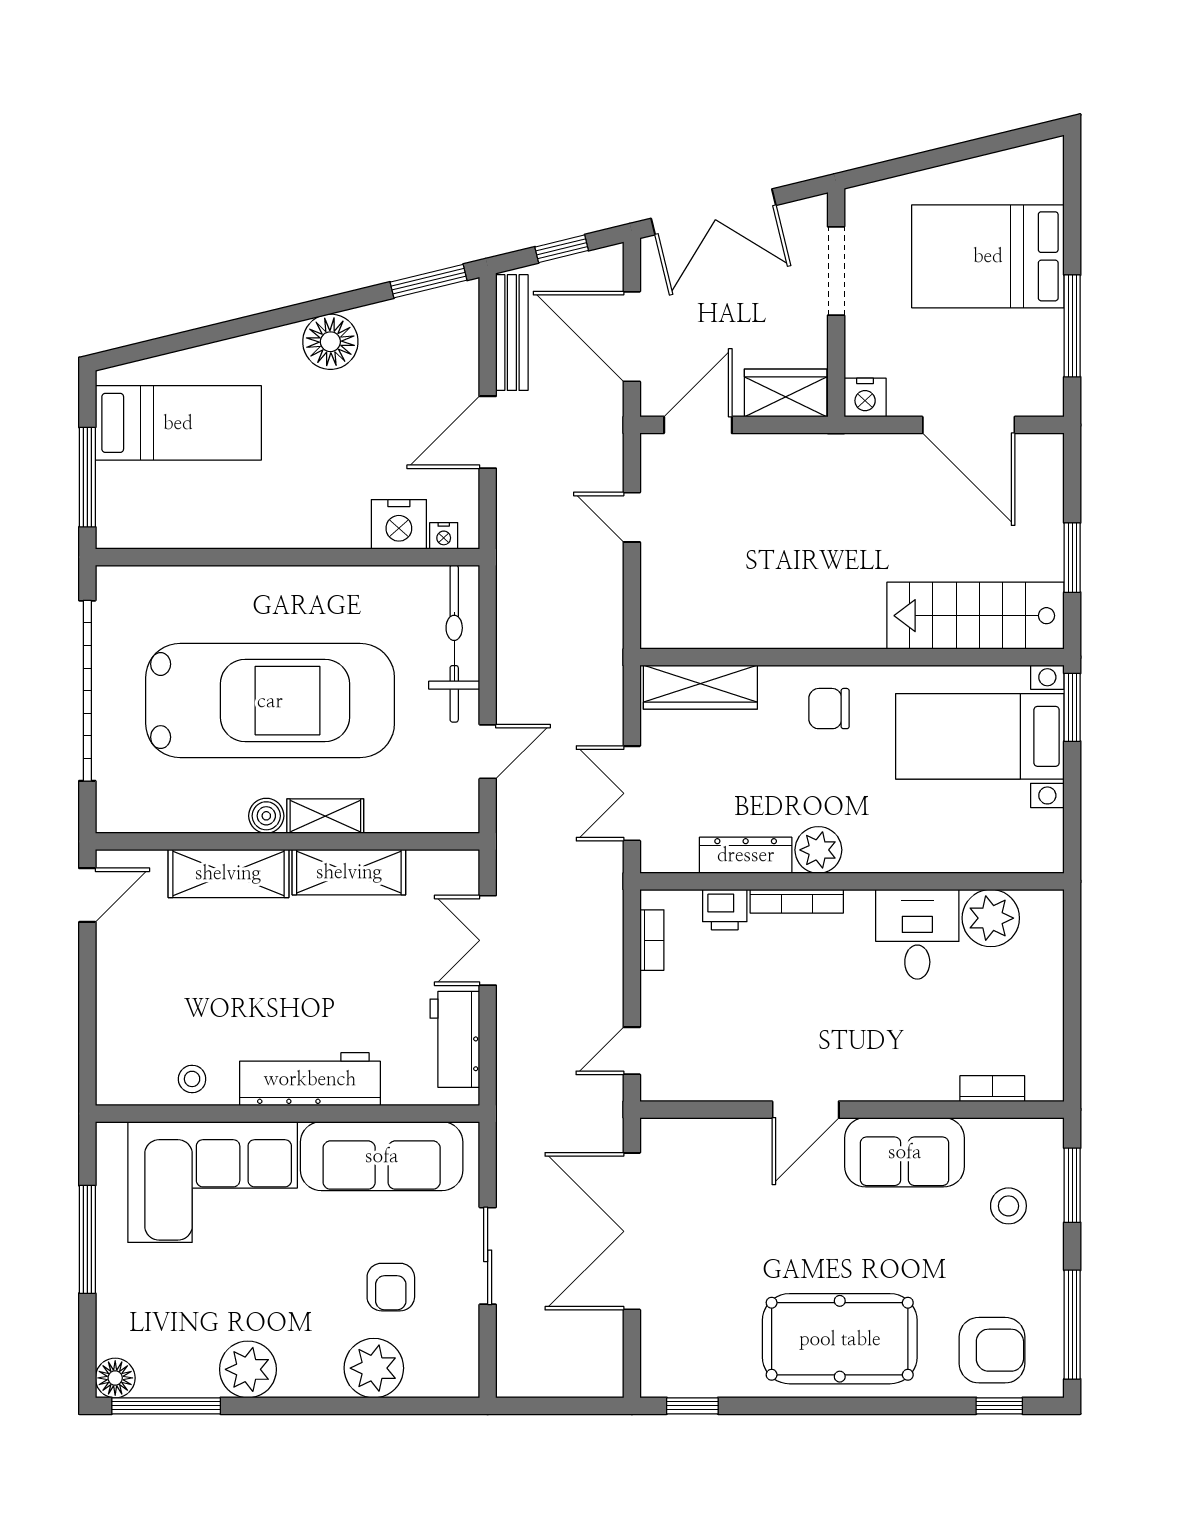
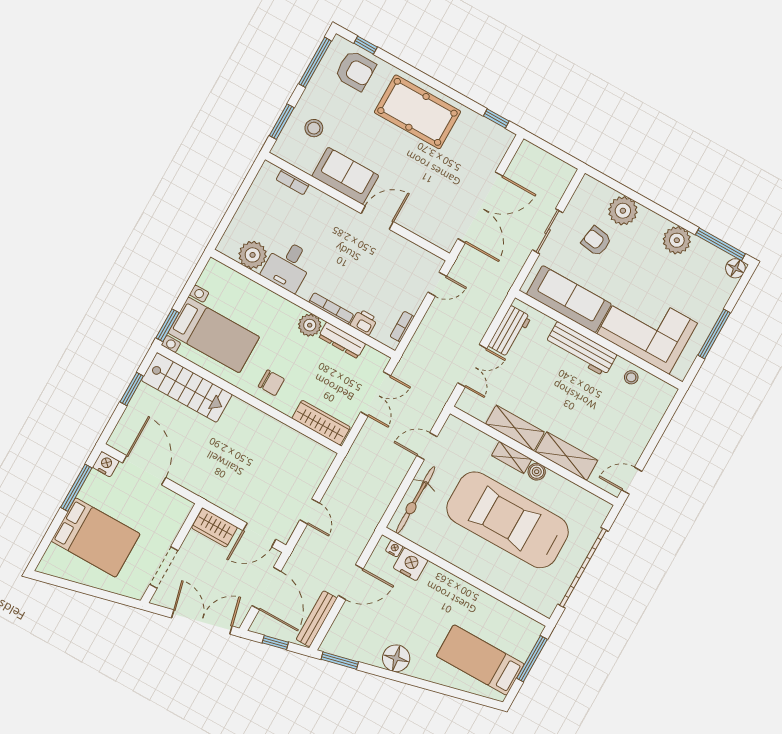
nightstand: (865, 398) -> (106, 464), moved
armchair: (391, 1287) -> (596, 241), turned -81
armchair: (992, 1350) -> (355, 71), turned 180

